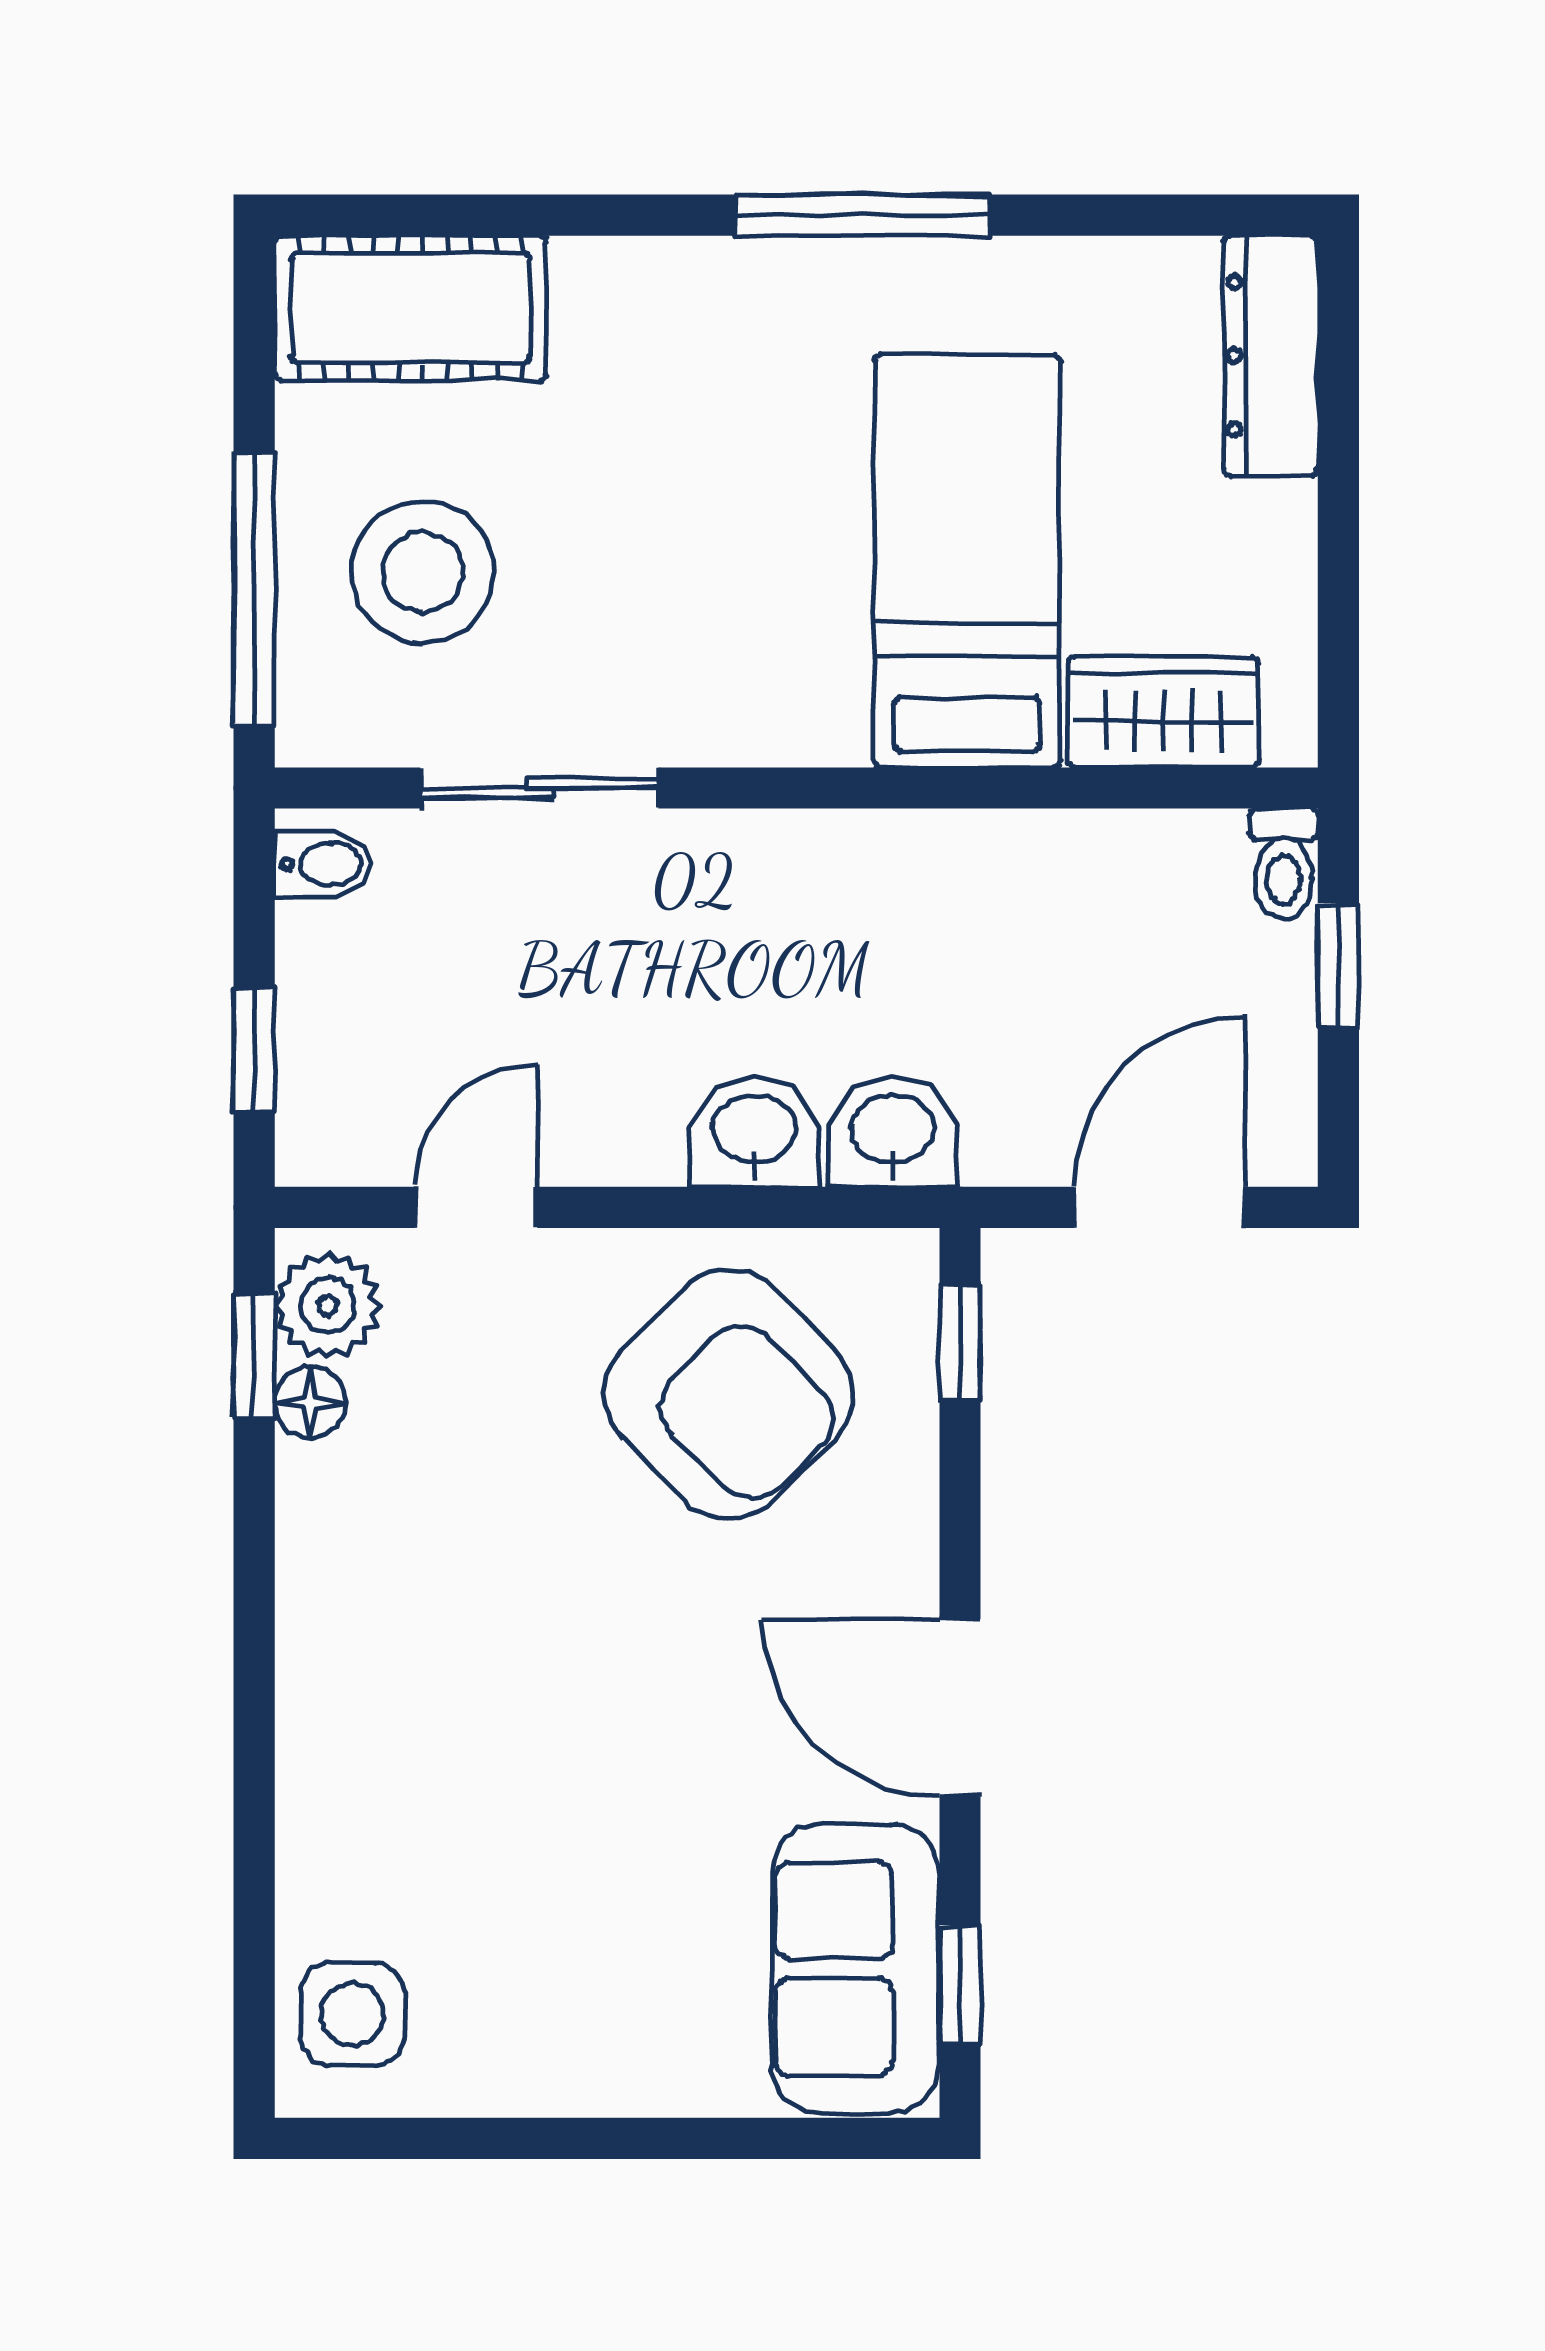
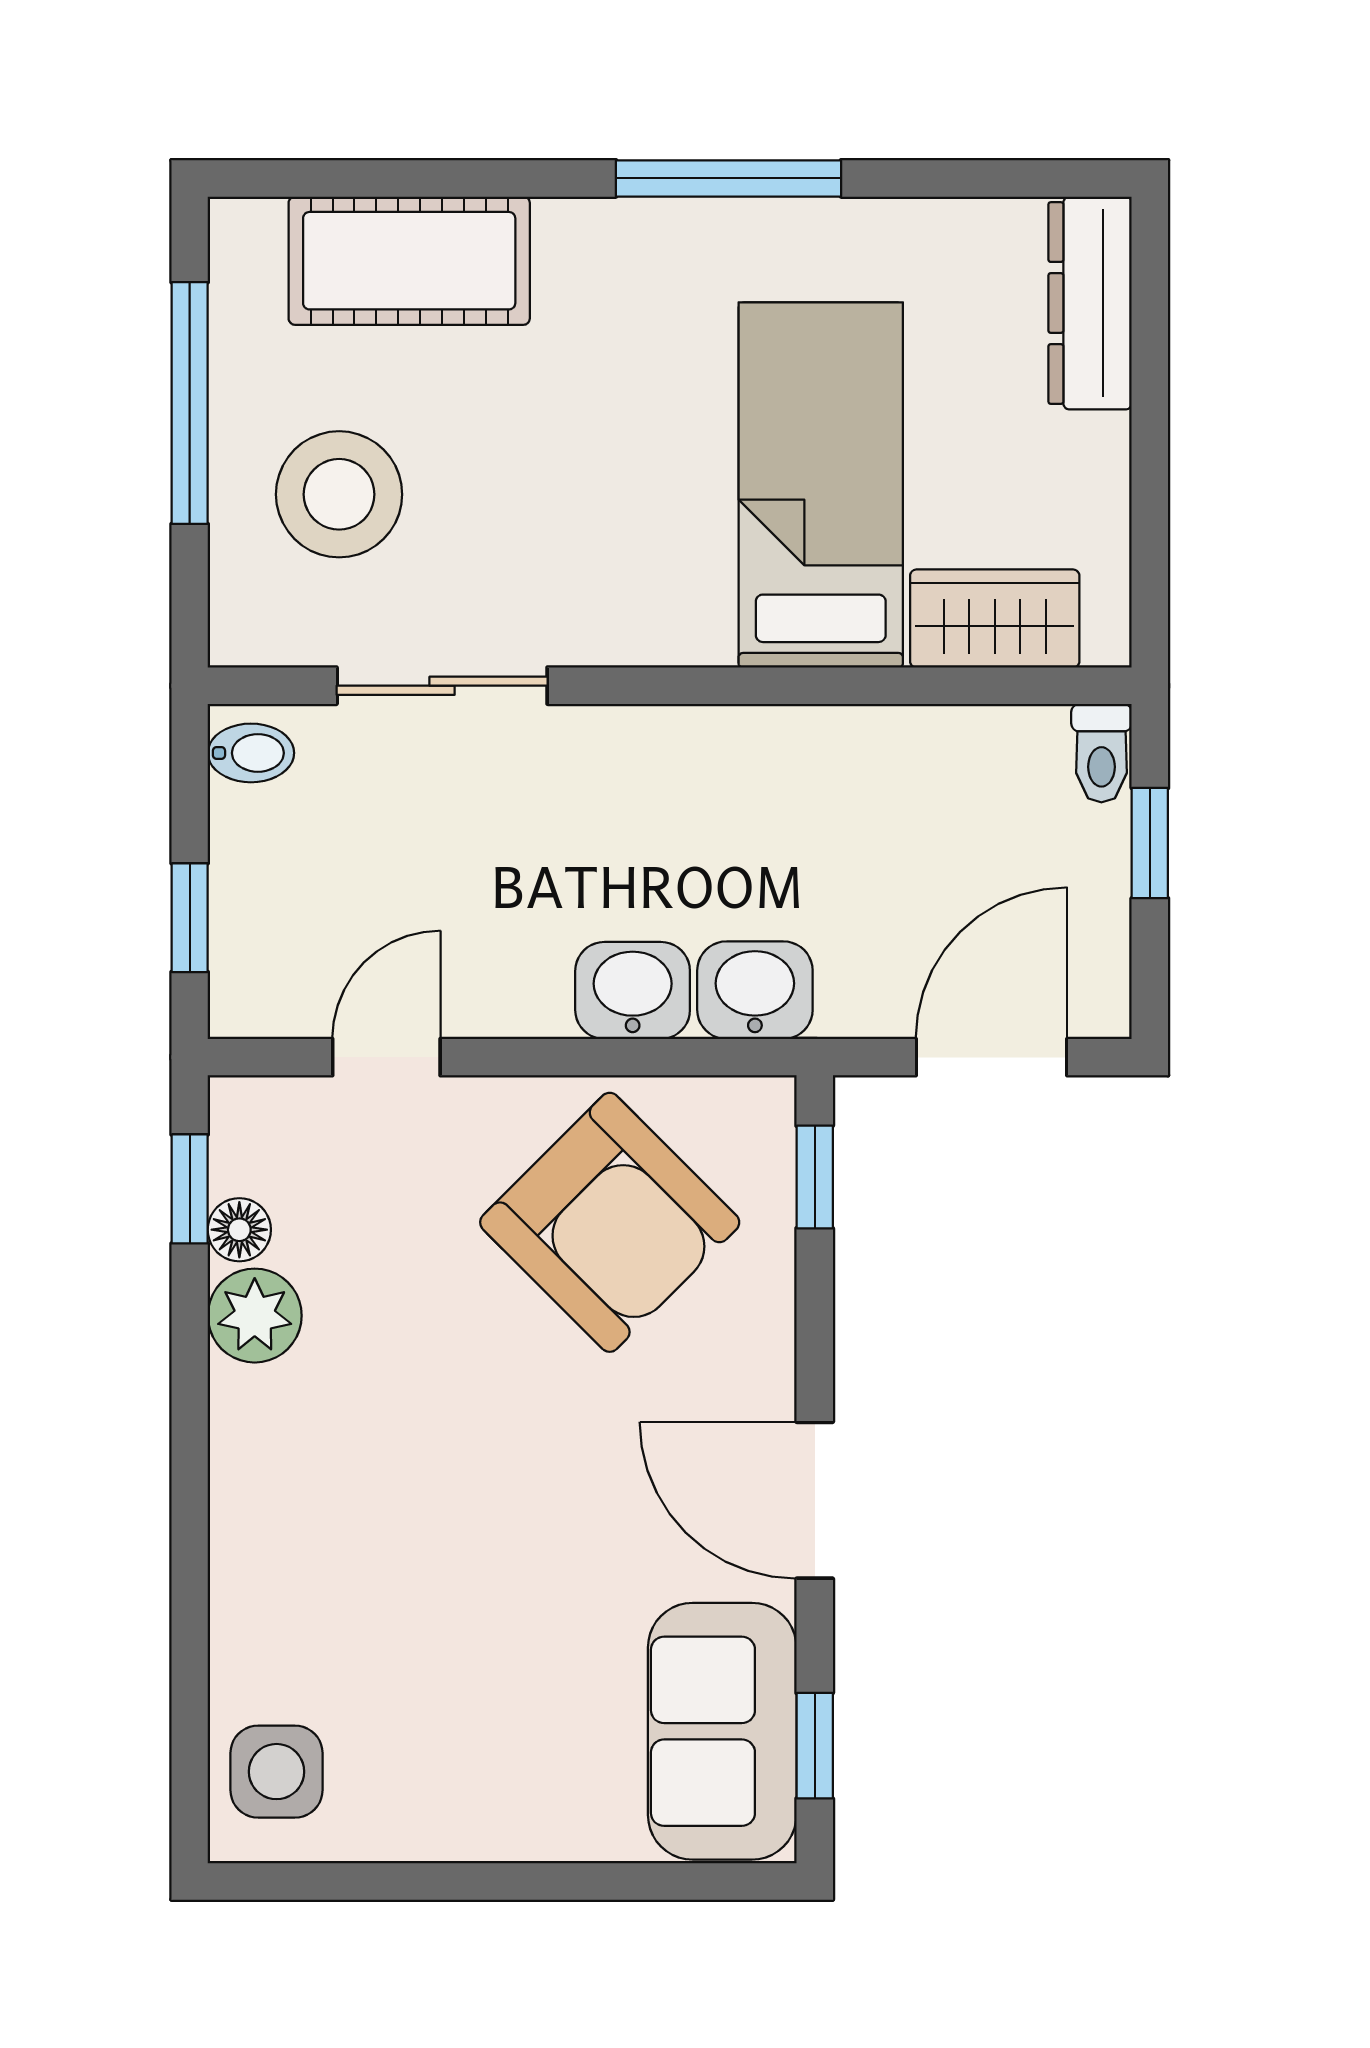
cot: (411, 308) -> (409, 261), moved
window: (254, 589) -> (190, 403), moved
plant: (328, 1305) -> (255, 1316), moved

